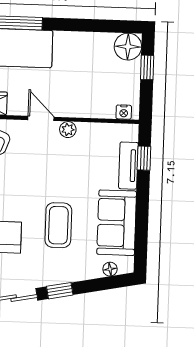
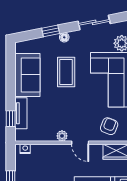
floor lamp: (110, 269) -> (64, 37), moved
window: (60, 291) -> (51, 31), moved

